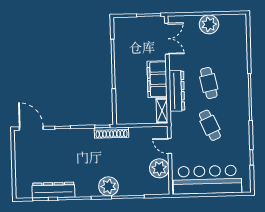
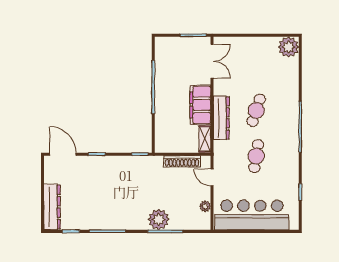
plant: (209, 24) -> (289, 47), moved
cafe table: (209, 83) -> (256, 110), turned 30
cafe table: (210, 125) -> (256, 156), turned 33
shoe rack: (112, 133) -> (182, 161), moved
plant: (159, 168) -> (205, 206), width x0.53, depth x0.53
plant: (108, 186) -> (159, 219), moved
dresser: (53, 190) -> (52, 207), moved, turned 90

